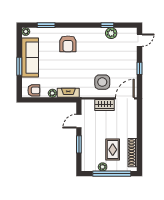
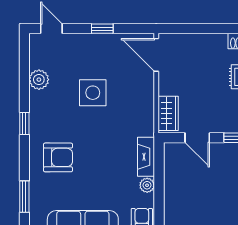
window: (107, 25) -> (24, 123), moved
side table: (102, 82) -> (93, 93), moved
wardrobe: (104, 105) -> (168, 113), moved

